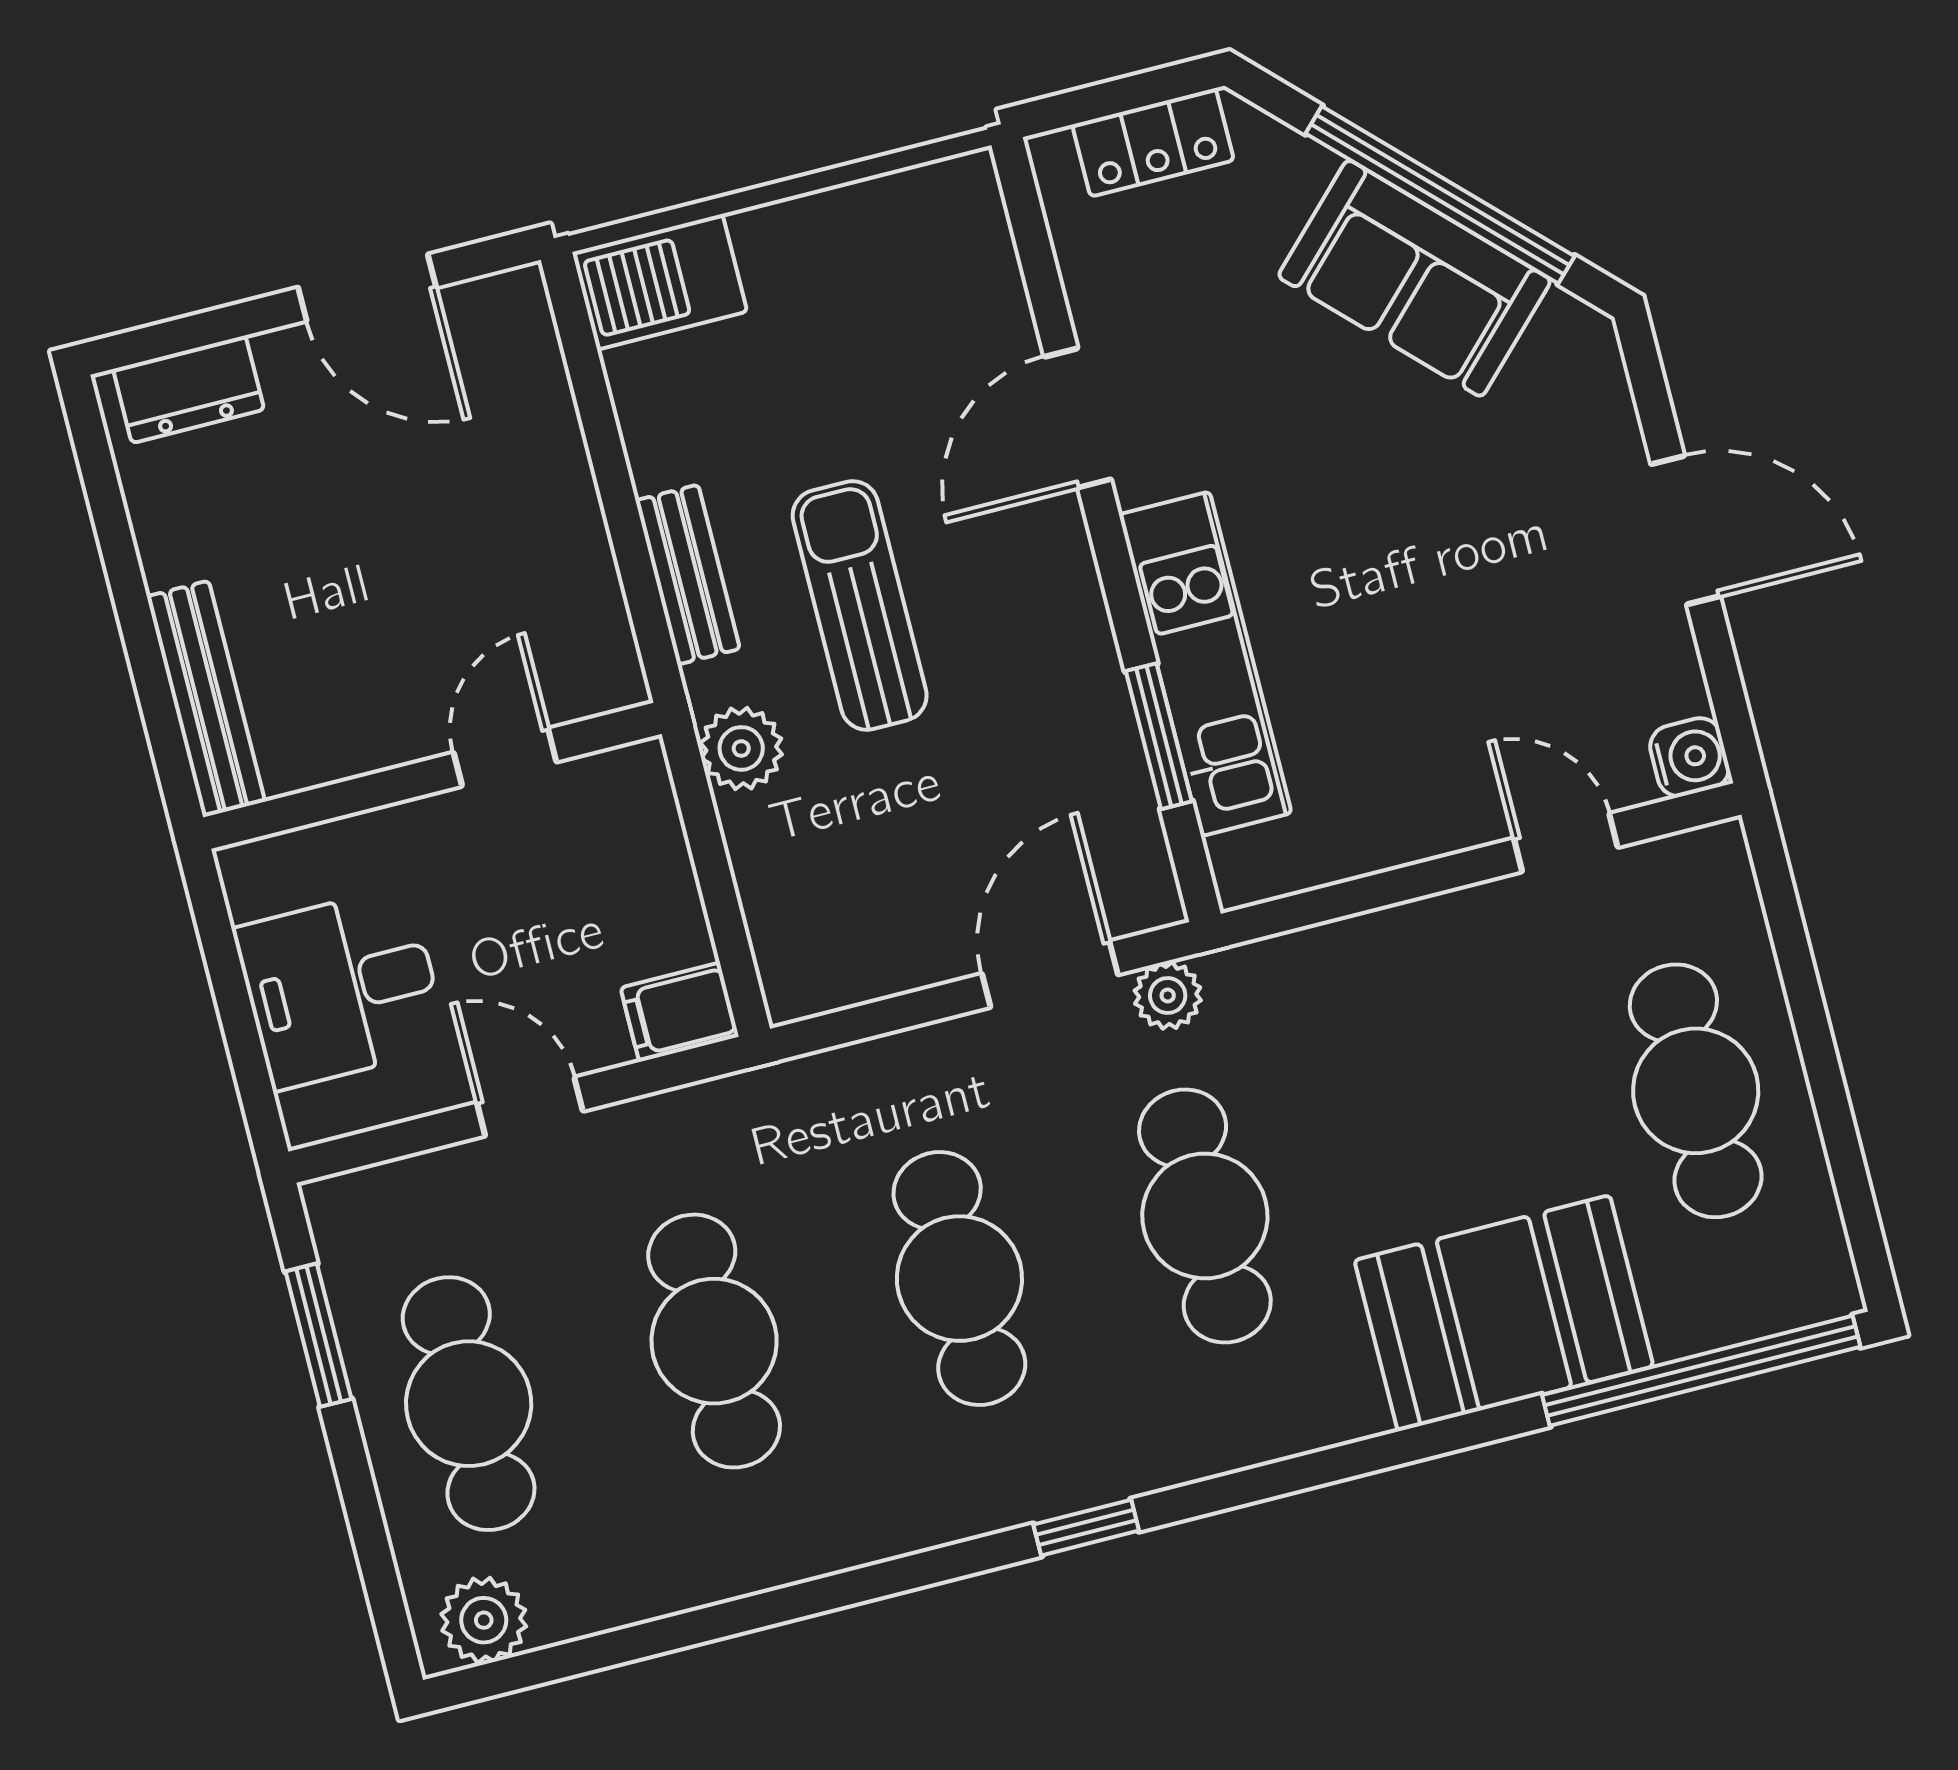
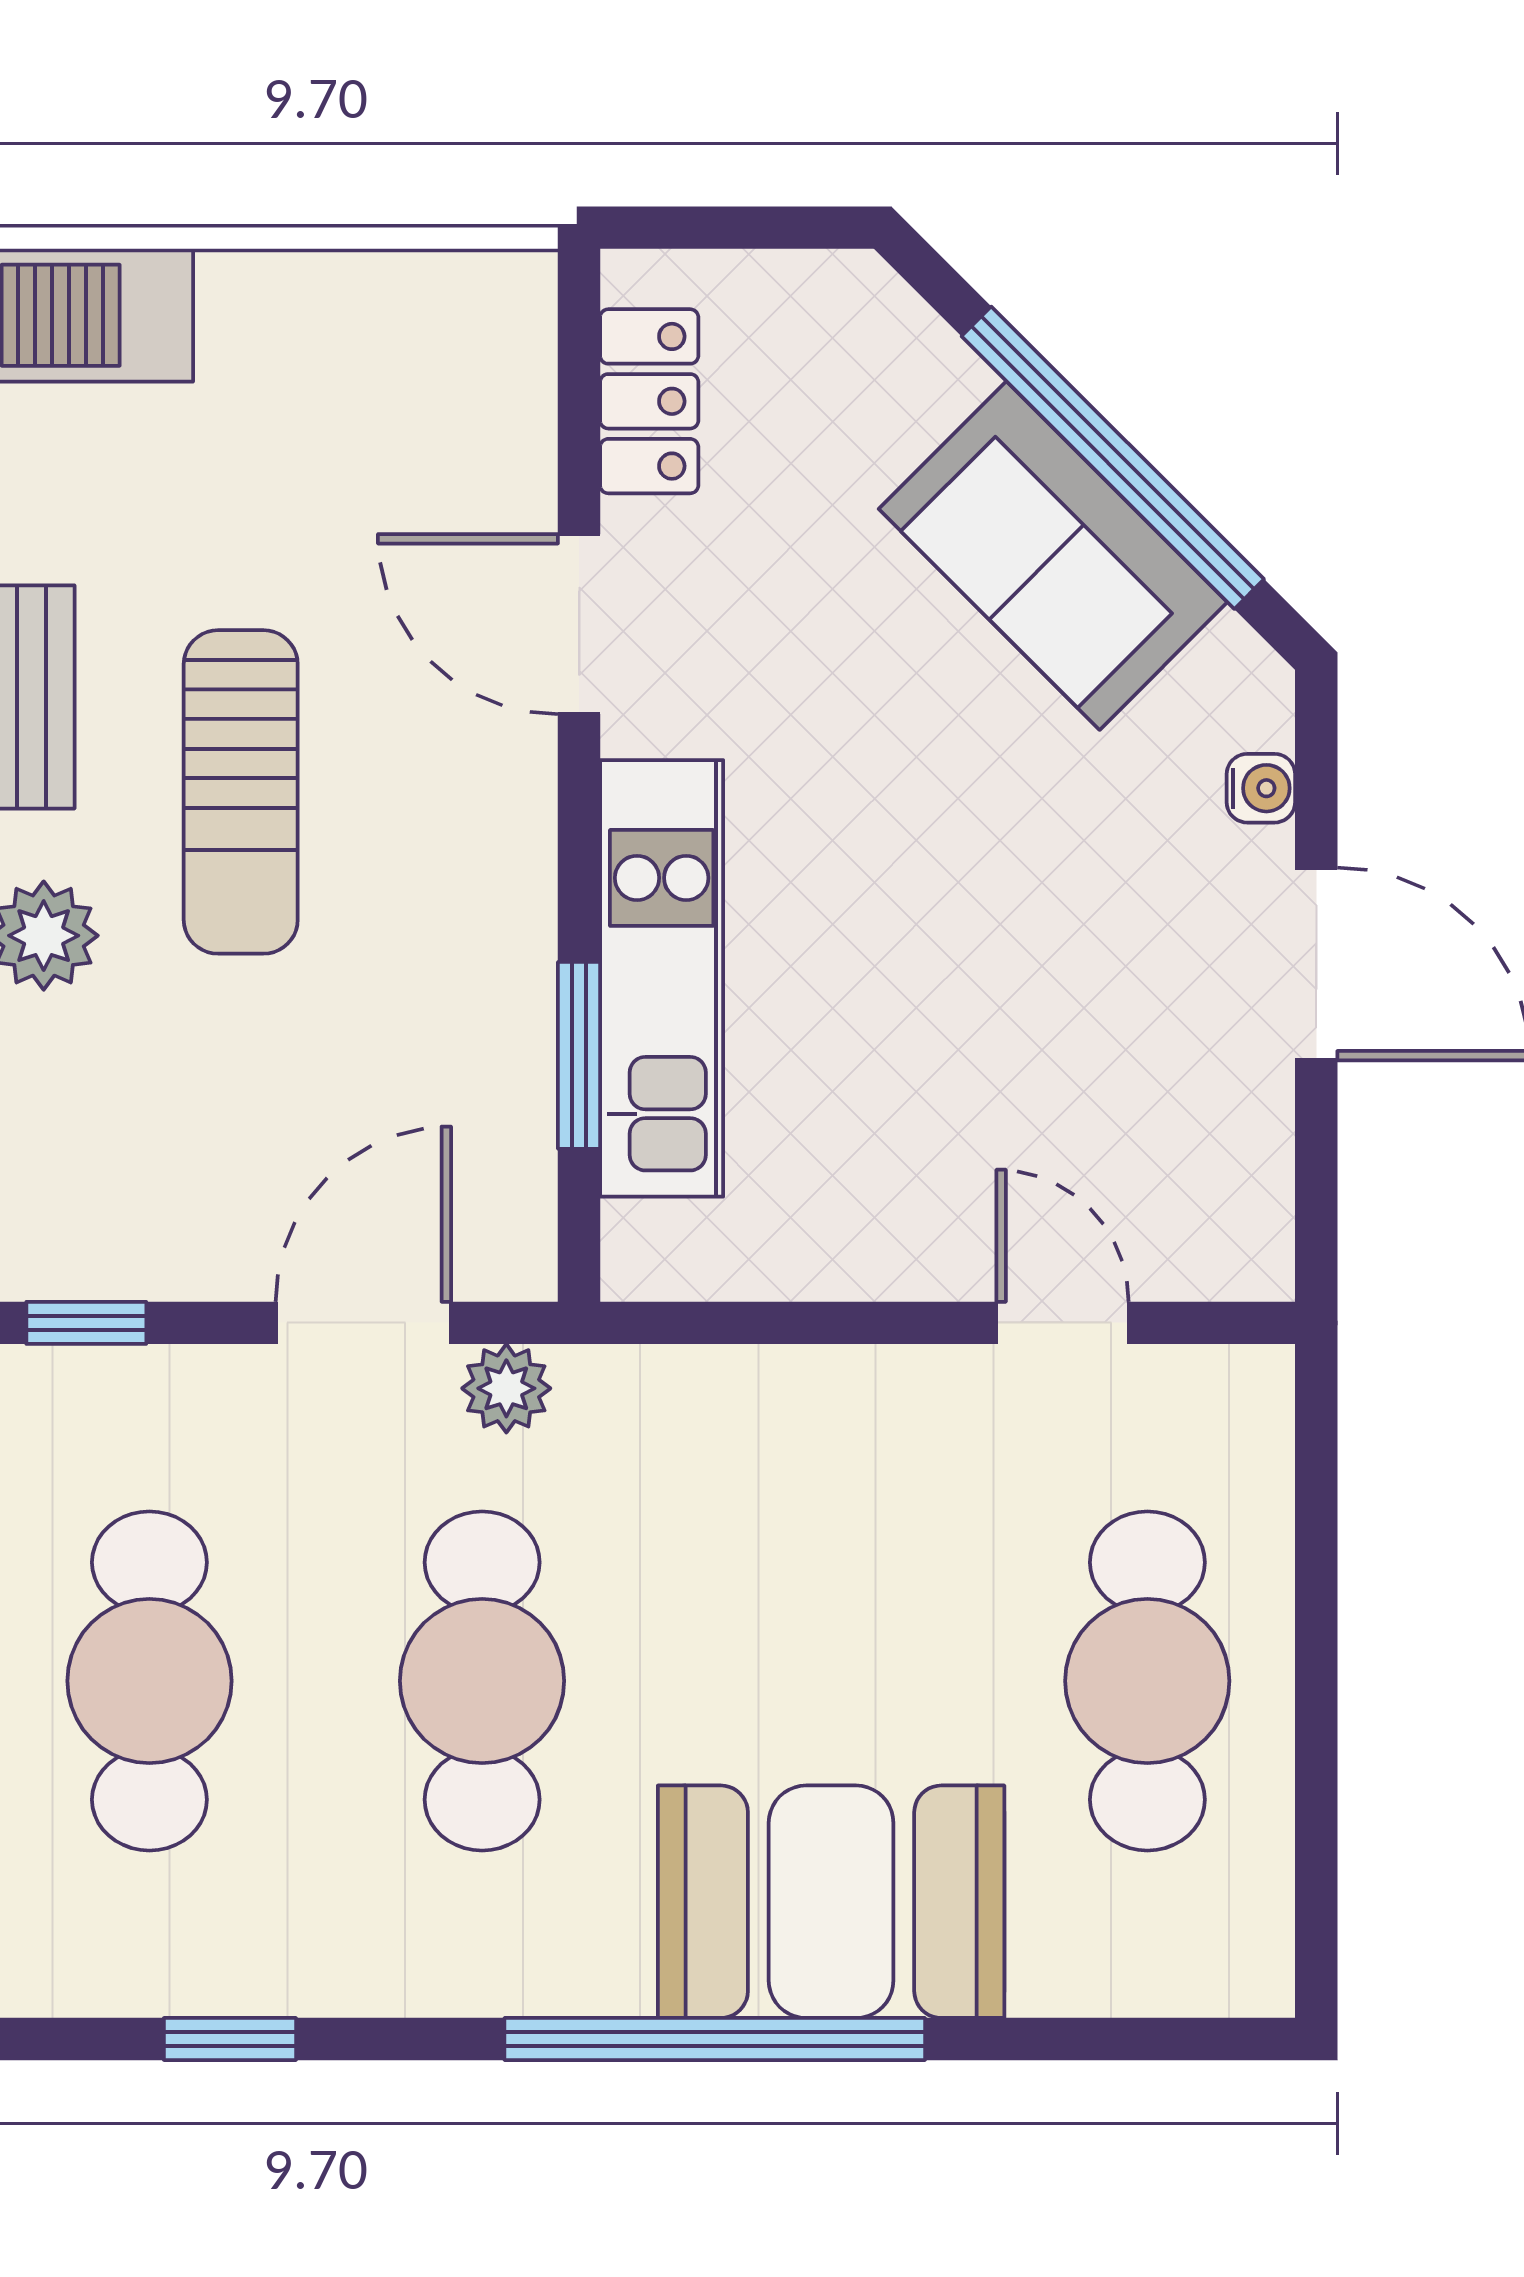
locker: (1153, 142) -> (649, 401), moved, turned -90
door: (1078, 418) -> (579, 624), hinge flipped
sun lounger: (860, 605) -> (241, 792), turned 180
water cooler: (1690, 757) -> (1261, 788), moved, width x0.72, depth x0.72
window: (846, 1026) -> (86, 1323), added
window: (1701, 1371) -> (715, 2039), moved

